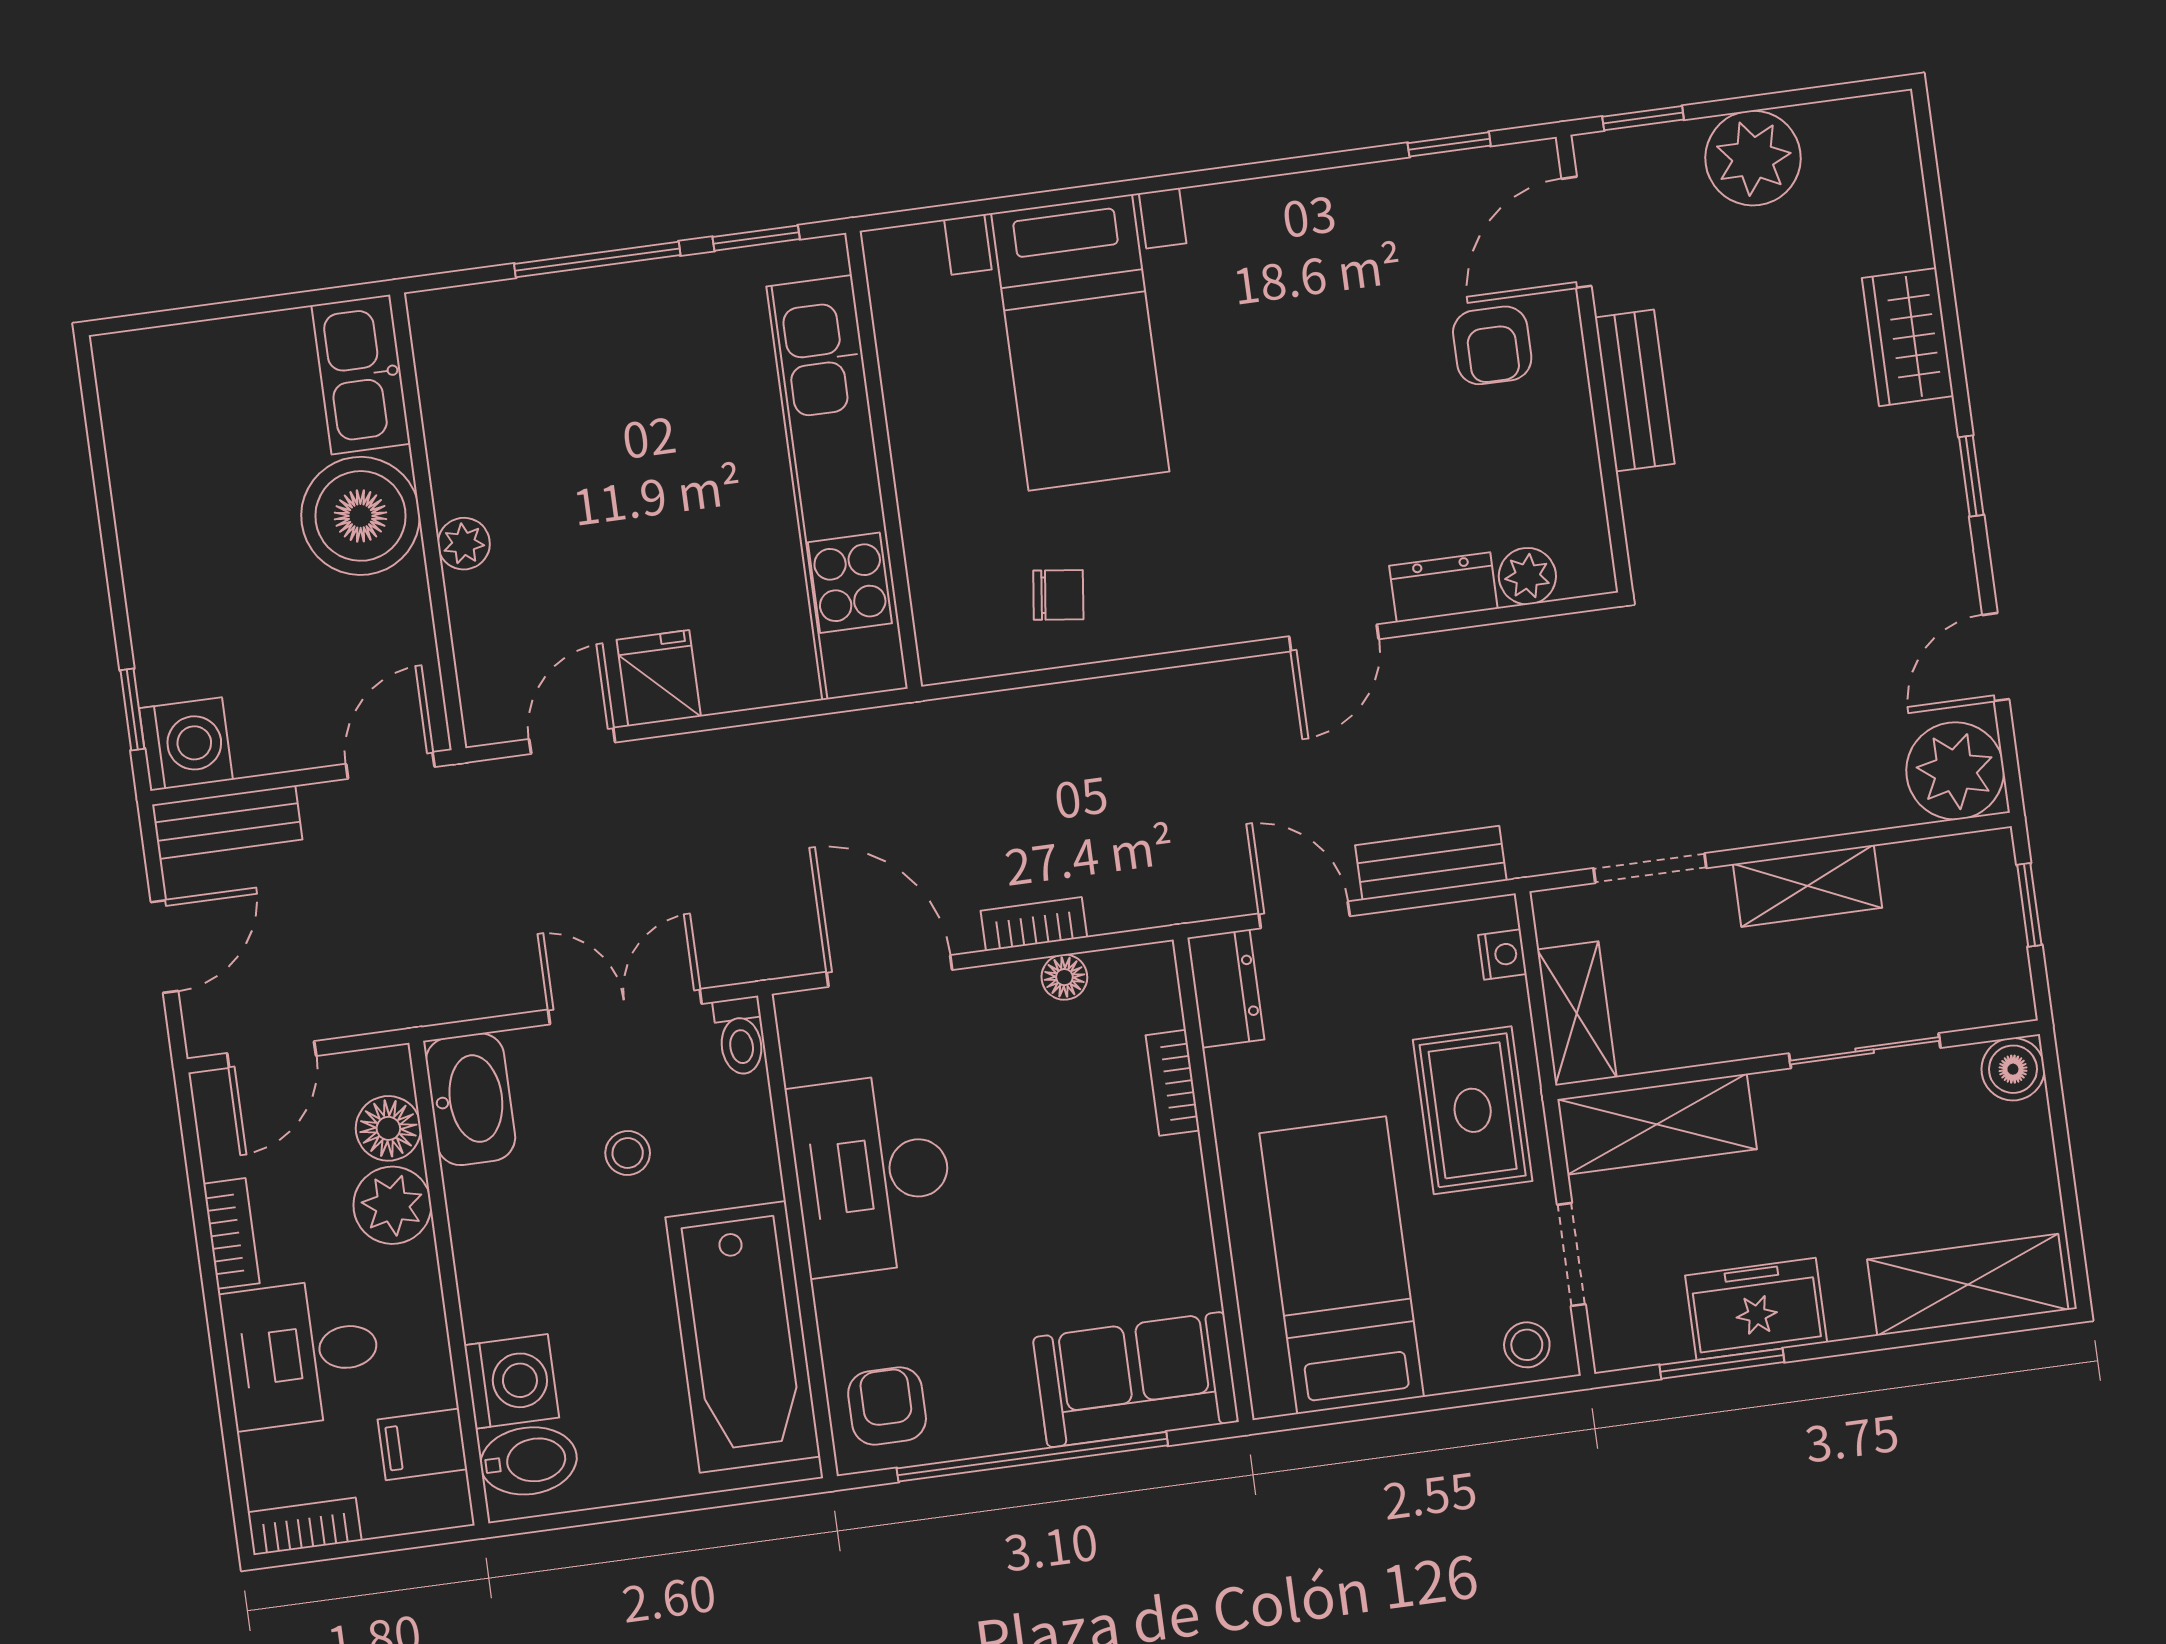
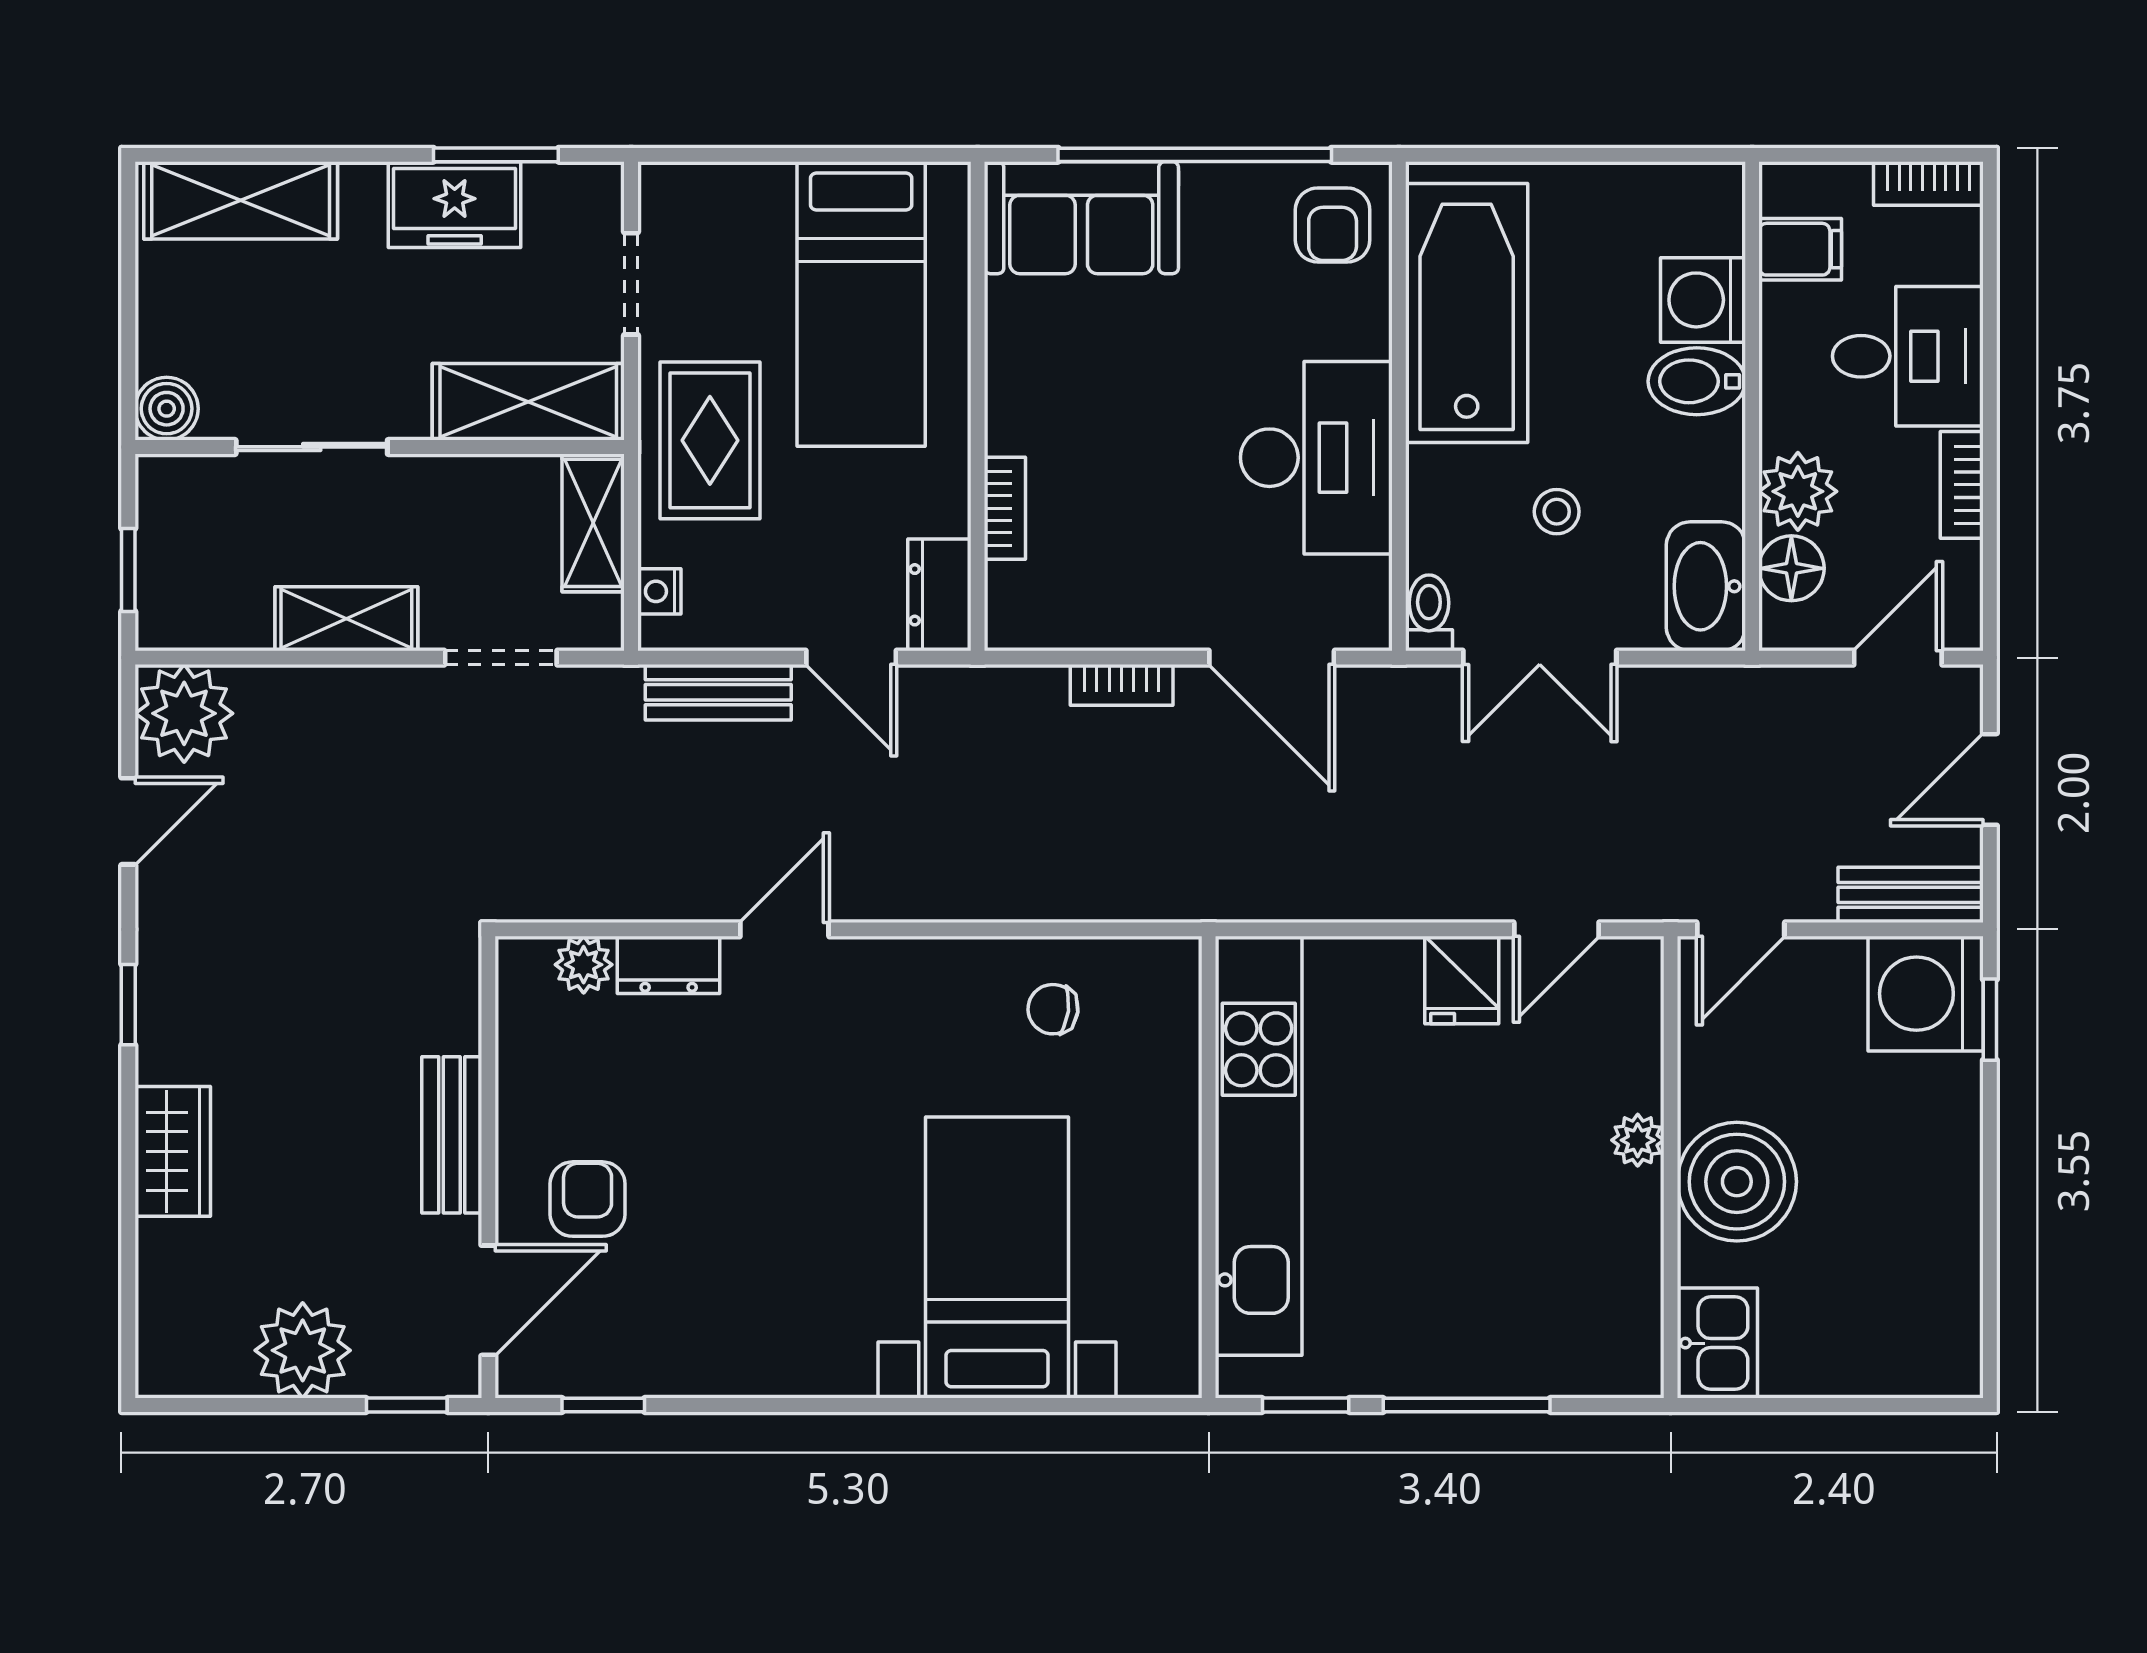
kitchen sink: (361, 374) -> (1717, 1343), width x0.73
washing machine: (186, 744) -> (1926, 994), width x1.37, depth x1.37
floor lamp: (1064, 977) -> (1098, 628), removed
stool: (1527, 1345) -> (688, 200), removed
bidet: (529, 1461) -> (1697, 381), moved

